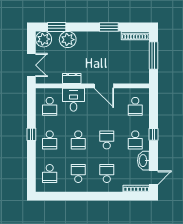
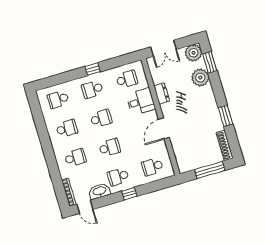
school desk: (50, 106) -> (127, 79), turned 180
school desk: (78, 140) -> (101, 118), turned 180

